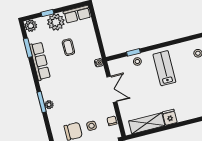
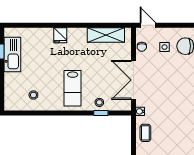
coffee table: (68, 47) -> (145, 133), moved
double door: (112, 89) -> (133, 80), width x1.37
fridge: (170, 117) -> (60, 35), moved

